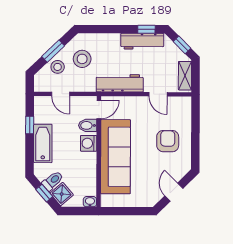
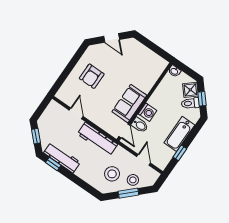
shelving: (185, 76) -> (49, 113), removed
door: (99, 109) -> (124, 131), swing flipped
sofa: (115, 157) -> (129, 103), width x0.54, depth x0.79
door: (174, 192) -> (112, 38), hinge flipped

